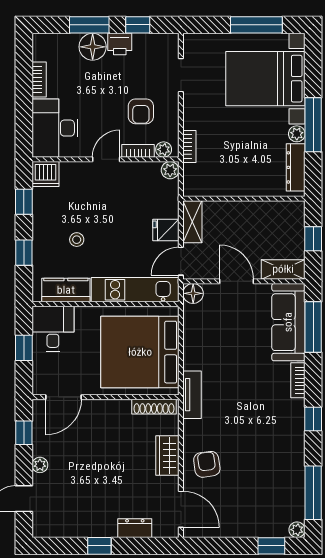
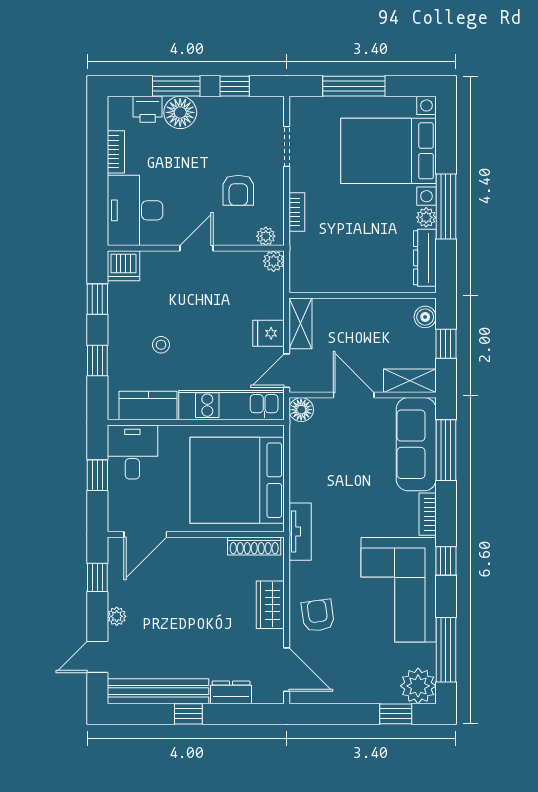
window: (256, 25) -> (354, 86), moved
printer: (120, 44) -> (148, 109), moved
bookcase: (189, 146) -> (297, 212), moved
bookcase: (138, 151) -> (235, 238), removed
boiler: (296, 217) -> (425, 317), added
corner sofa: (274, 443) -> (399, 590), added
bench: (74, 527) -> (158, 691), added
plant: (297, 530) -> (418, 686), width x1.88, depth x1.88

